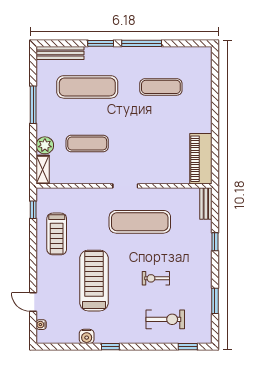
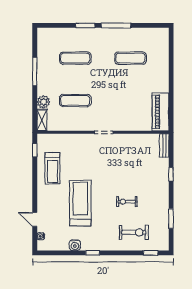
bench: (60, 53) -> (55, 33), removed
exercise mat: (87, 87) -> (75, 58), width x0.73, depth x0.69
exercise mat: (140, 222) -> (115, 159), removed

